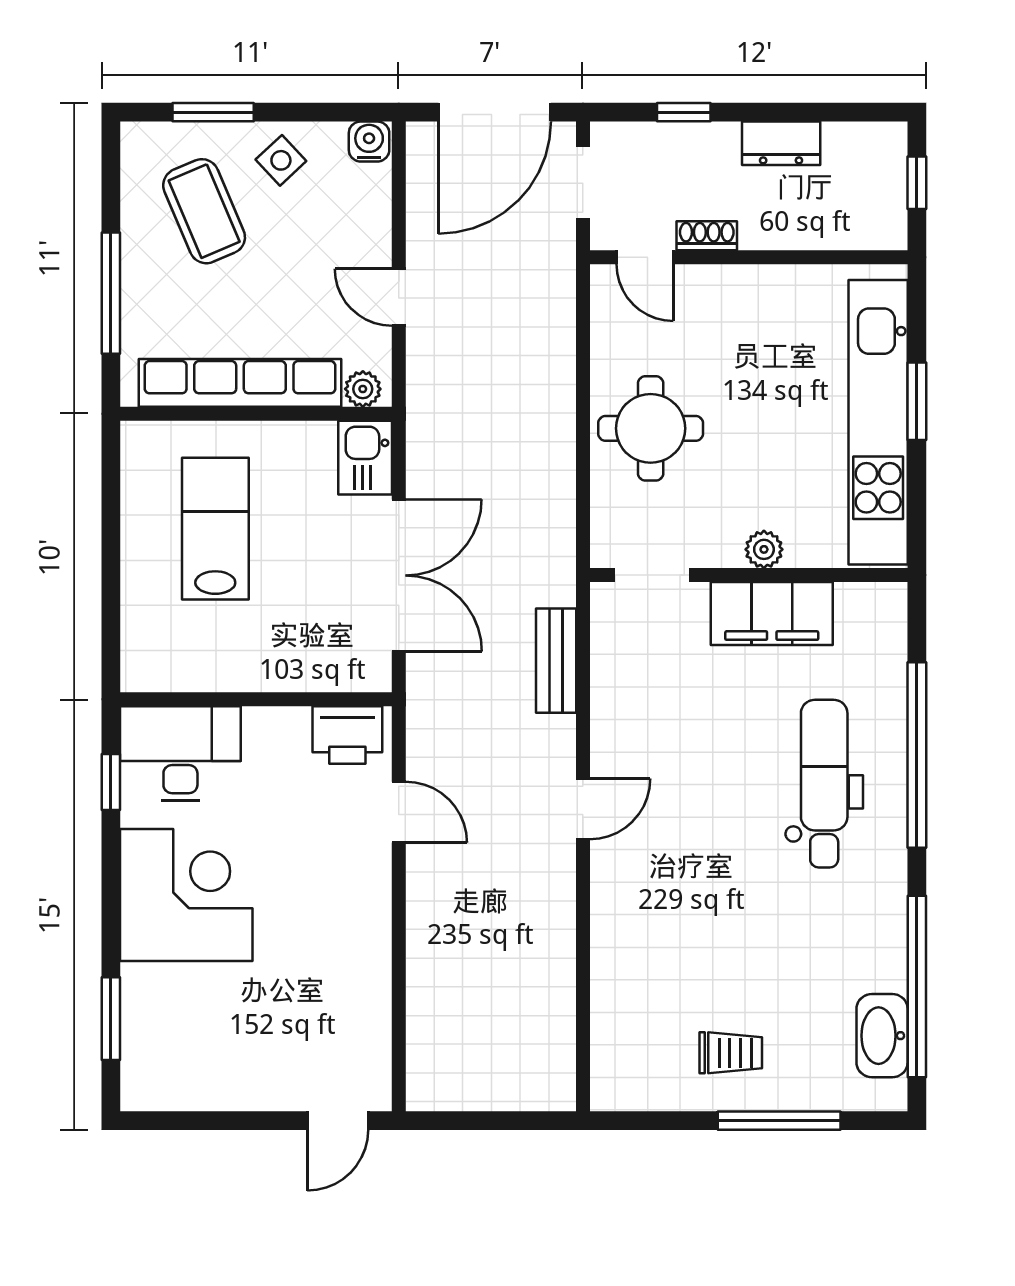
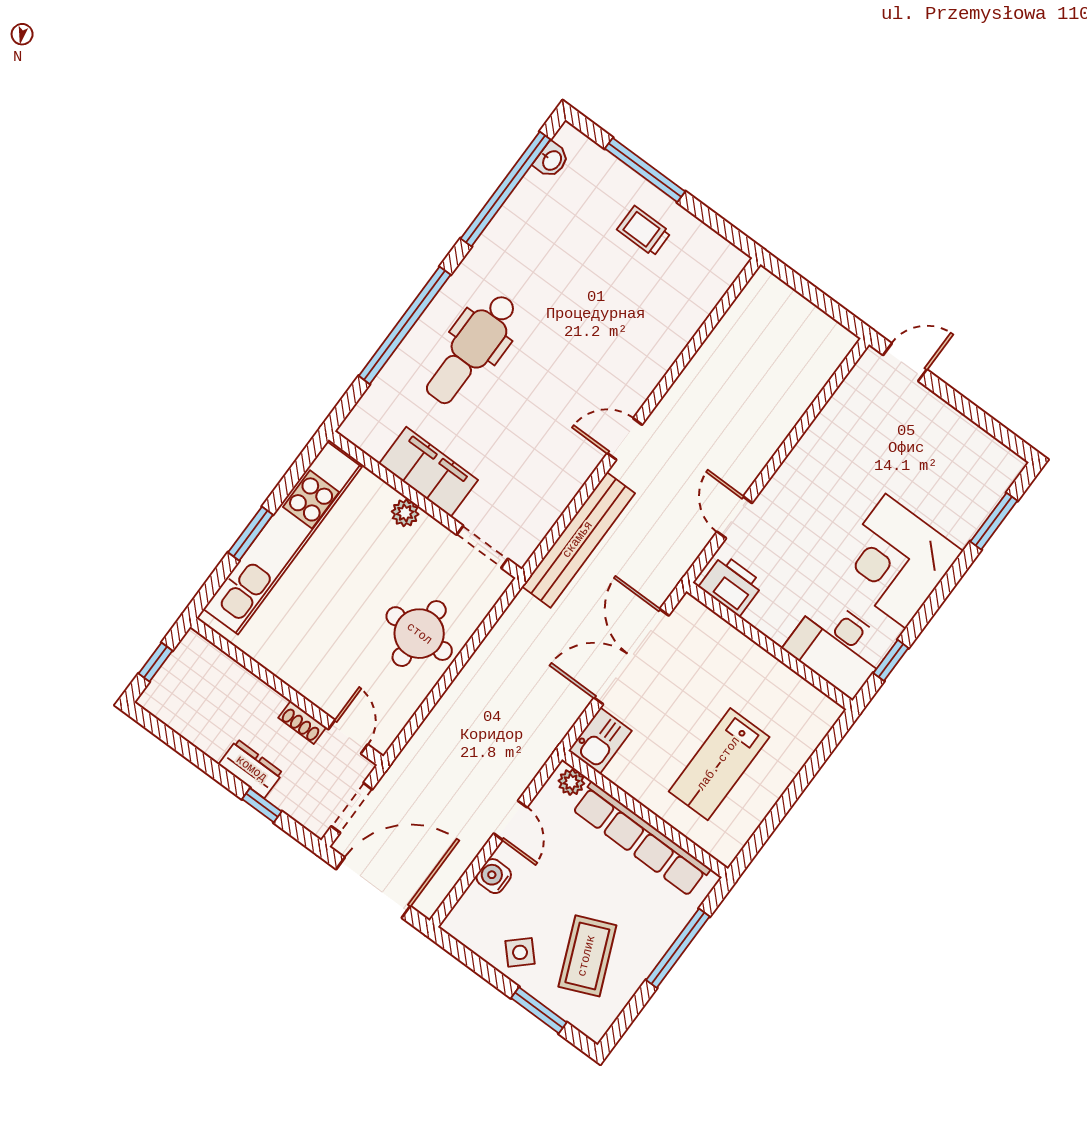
water cooler: (369, 142) -> (494, 876), moved, turned 90
dresser: (781, 143) -> (251, 769), moved
bench: (556, 661) -> (578, 540), width x1.86, depth x1.21
washbasin: (882, 1036) -> (551, 160), width x0.52, depth x0.69

